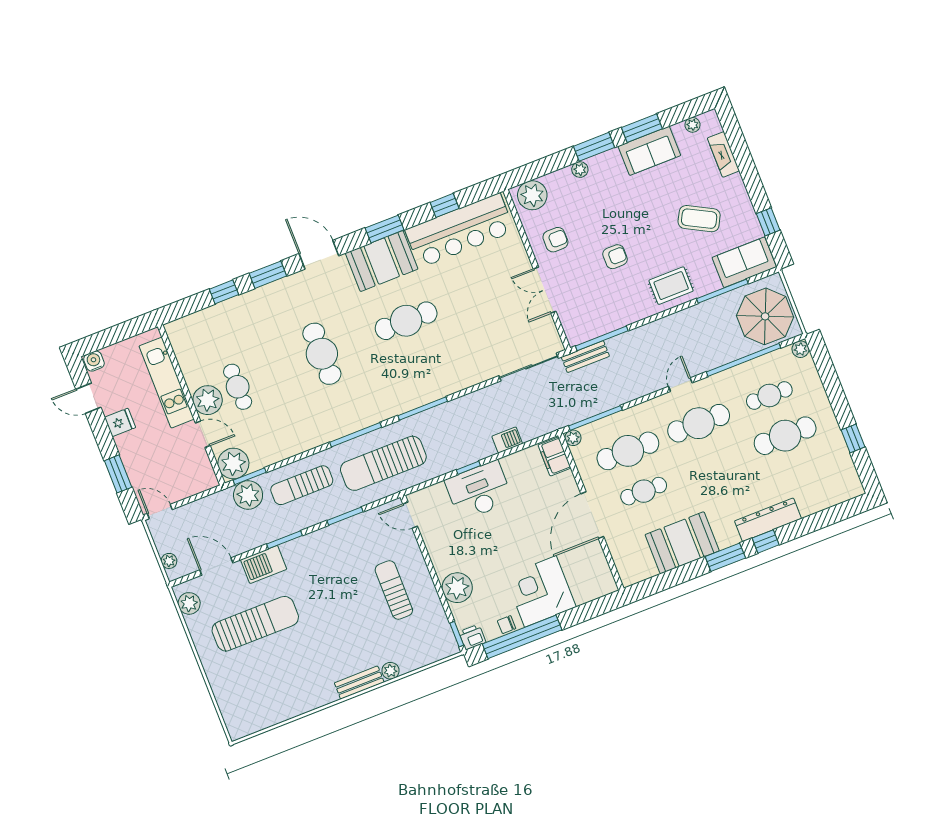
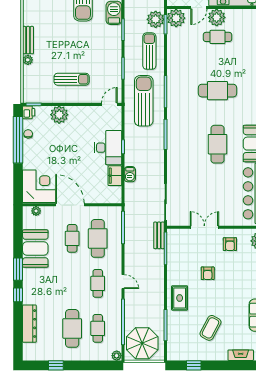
sofa: (744, 262) -> (177, 343), removed
cafe table: (699, 423) -> (98, 283), width x0.73, depth x0.74
plant: (573, 438) -> (36, 211), moved
filing cabinet: (555, 456) -> (115, 176), moved, turned -90
dresser: (768, 520) -> (29, 324), moved
corner desk: (540, 591) -> (39, 186), moved

